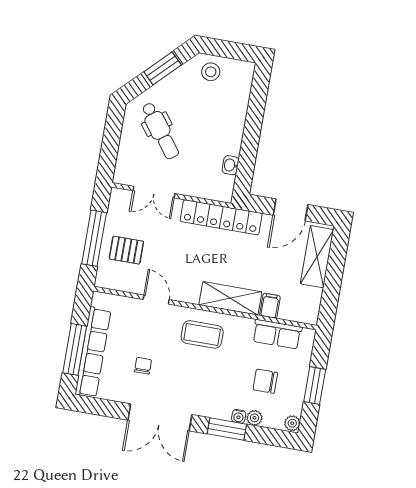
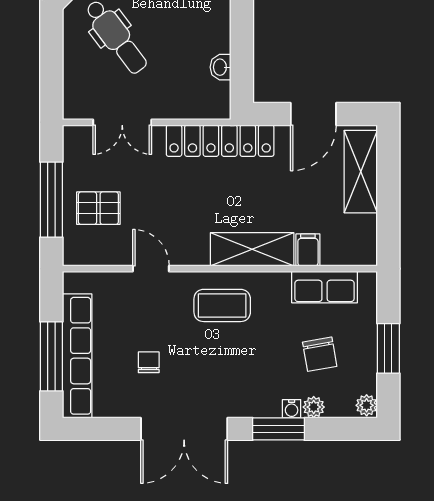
chair: (265, 381) -> (320, 354), turned -100

